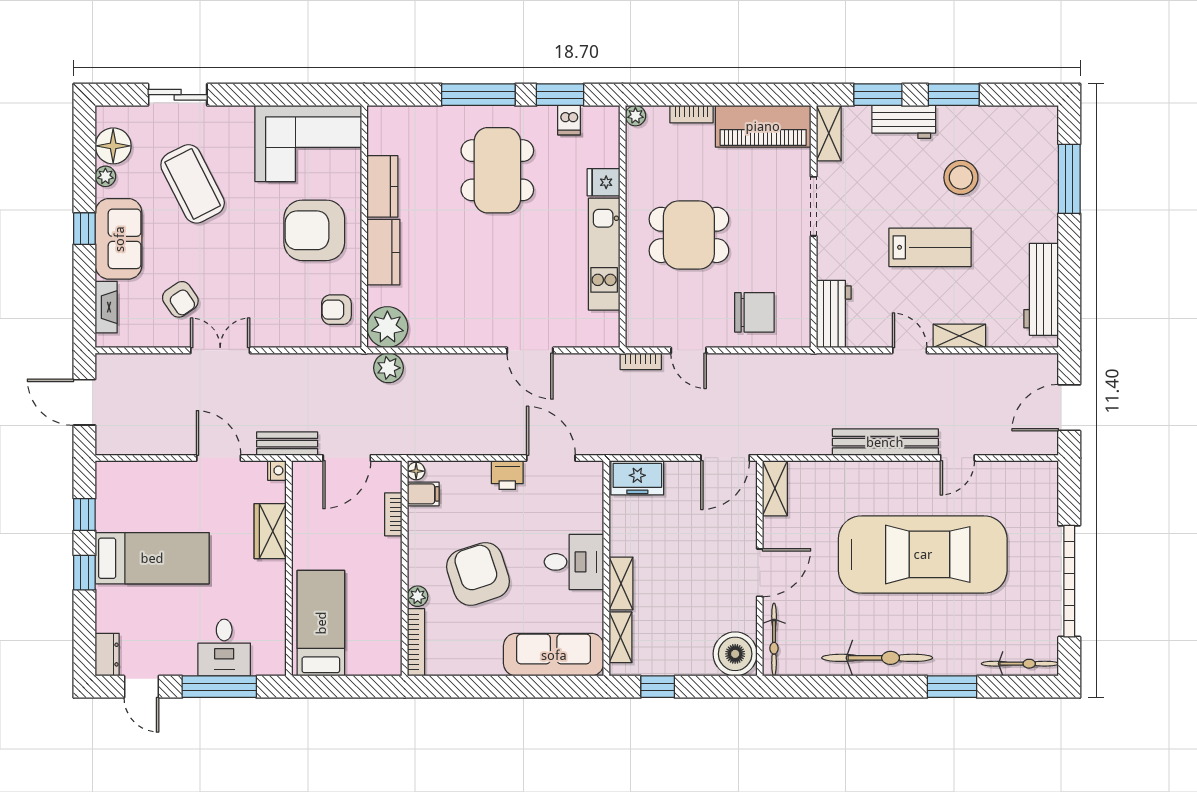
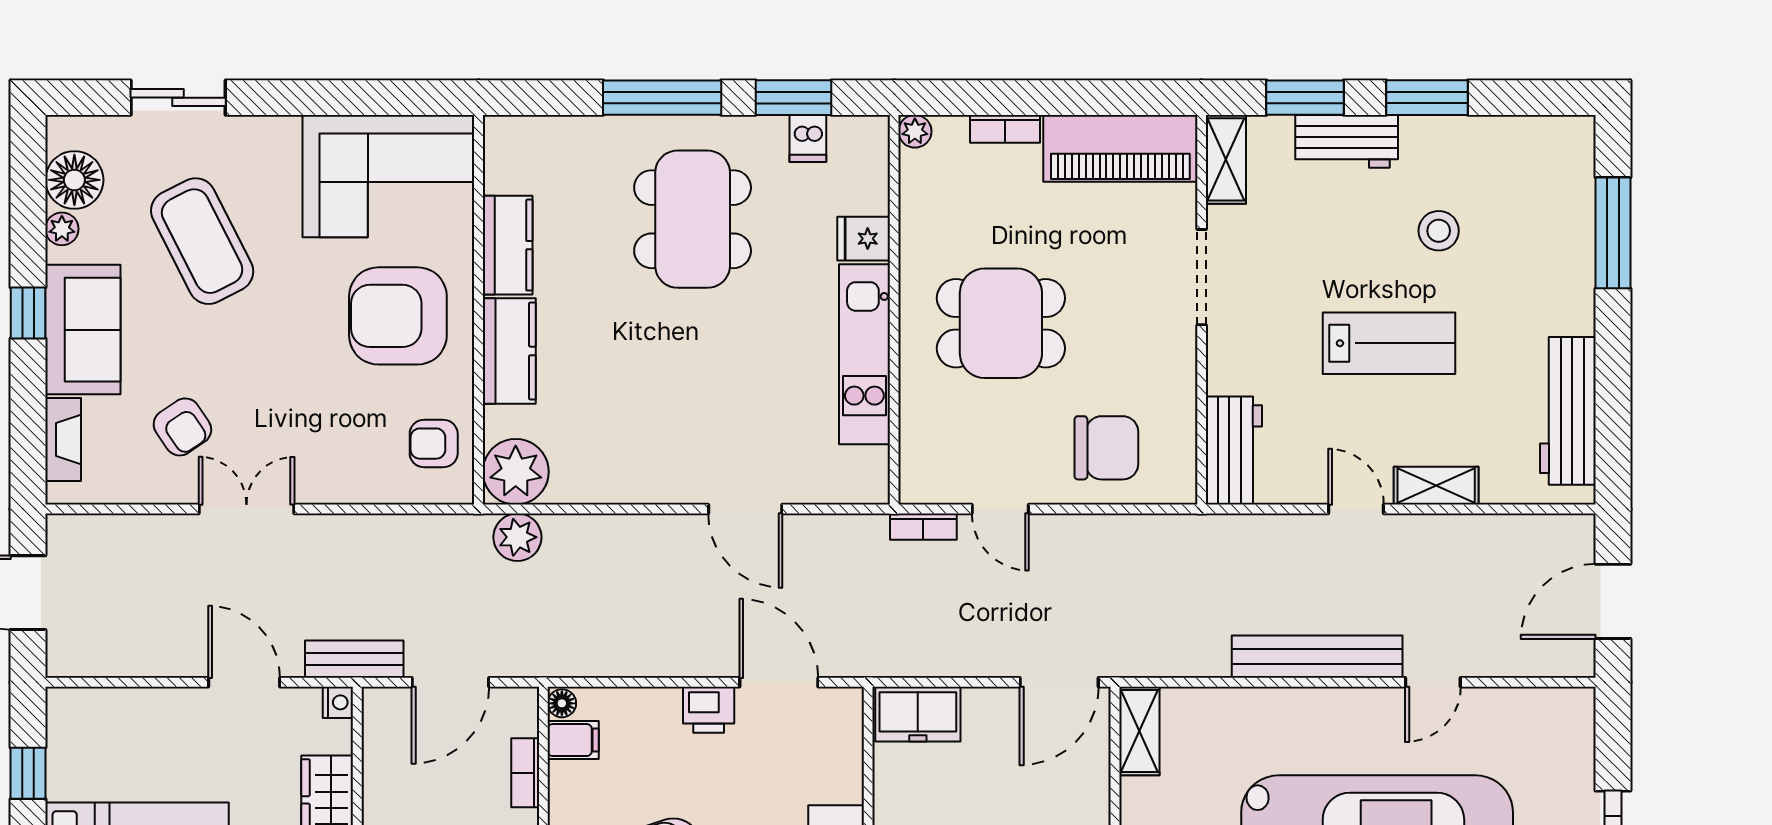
stool: (961, 177) -> (1439, 231), width x0.73, depth x0.73

